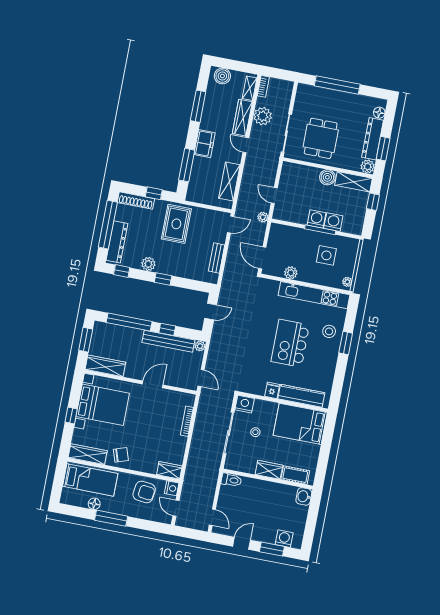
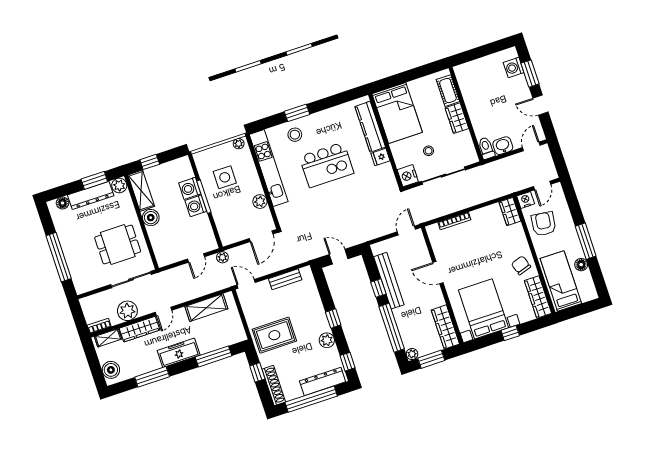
freezer: (204, 144) -> (179, 353), width x1.40
plant: (200, 346) -> (412, 354), moved
washbasin: (304, 496) -> (503, 146), moved, turned 180

